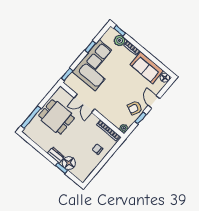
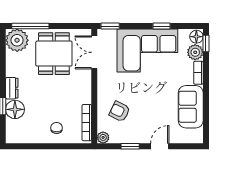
floor lamp: (165, 78) -> (196, 37), moved
double door: (84, 103) -> (94, 52), moved
armchair: (135, 108) -> (120, 111), moved
plant: (33, 131) -> (17, 40), added

